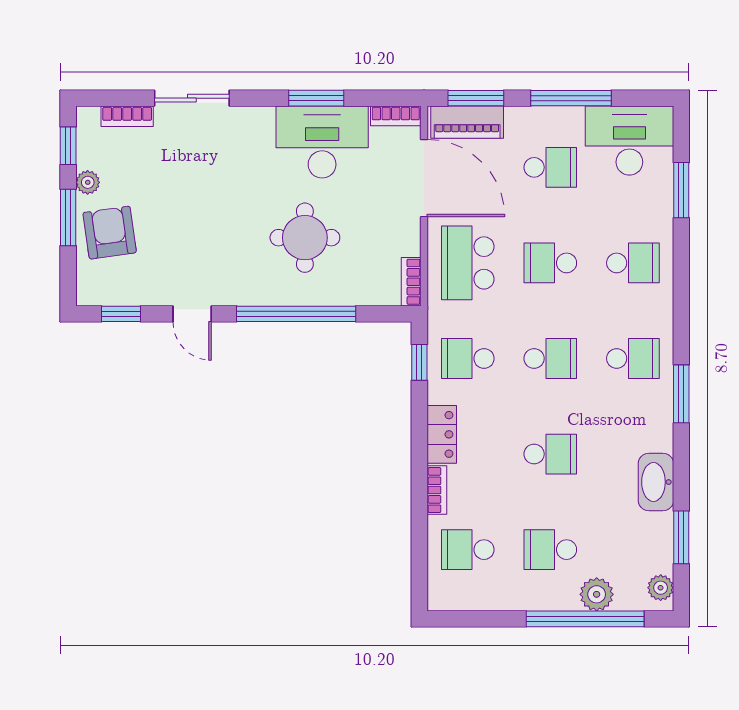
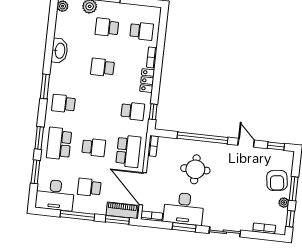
sliding door: (192, 98) -> (225, 232), moved
school desk: (633, 263) -> (59, 144), width x1.85
school desk: (550, 358) -> (98, 107), removed
window: (681, 537) -> (39, 138), moved
school desk: (550, 550) -> (107, 27), turned 180

